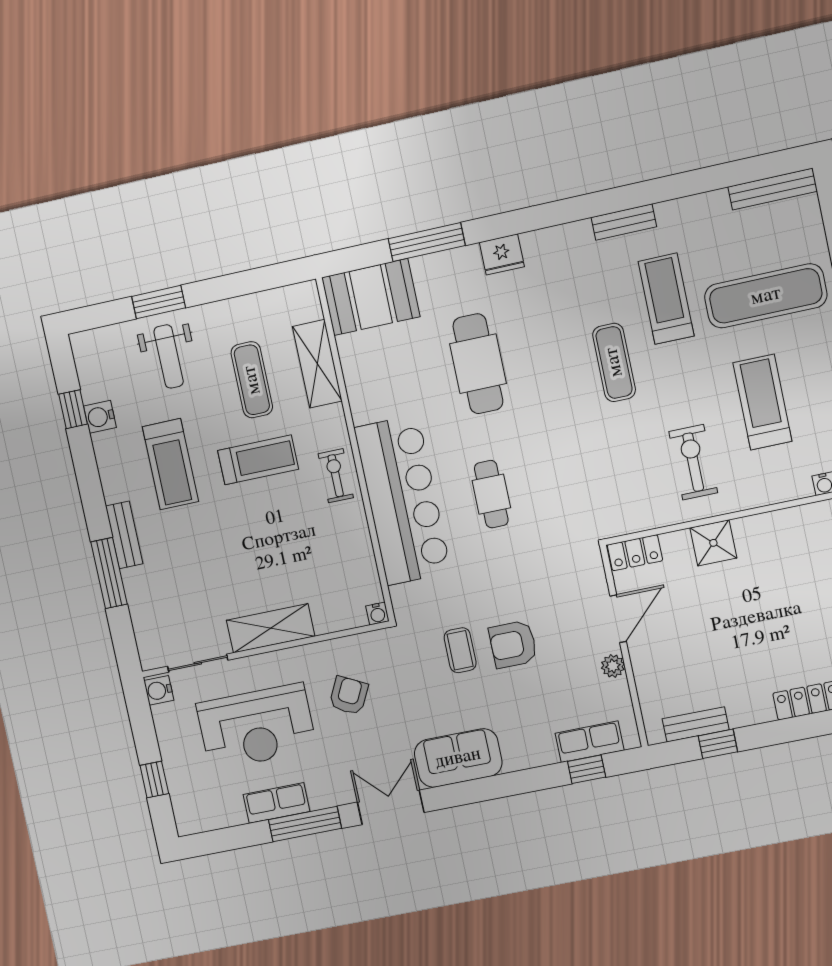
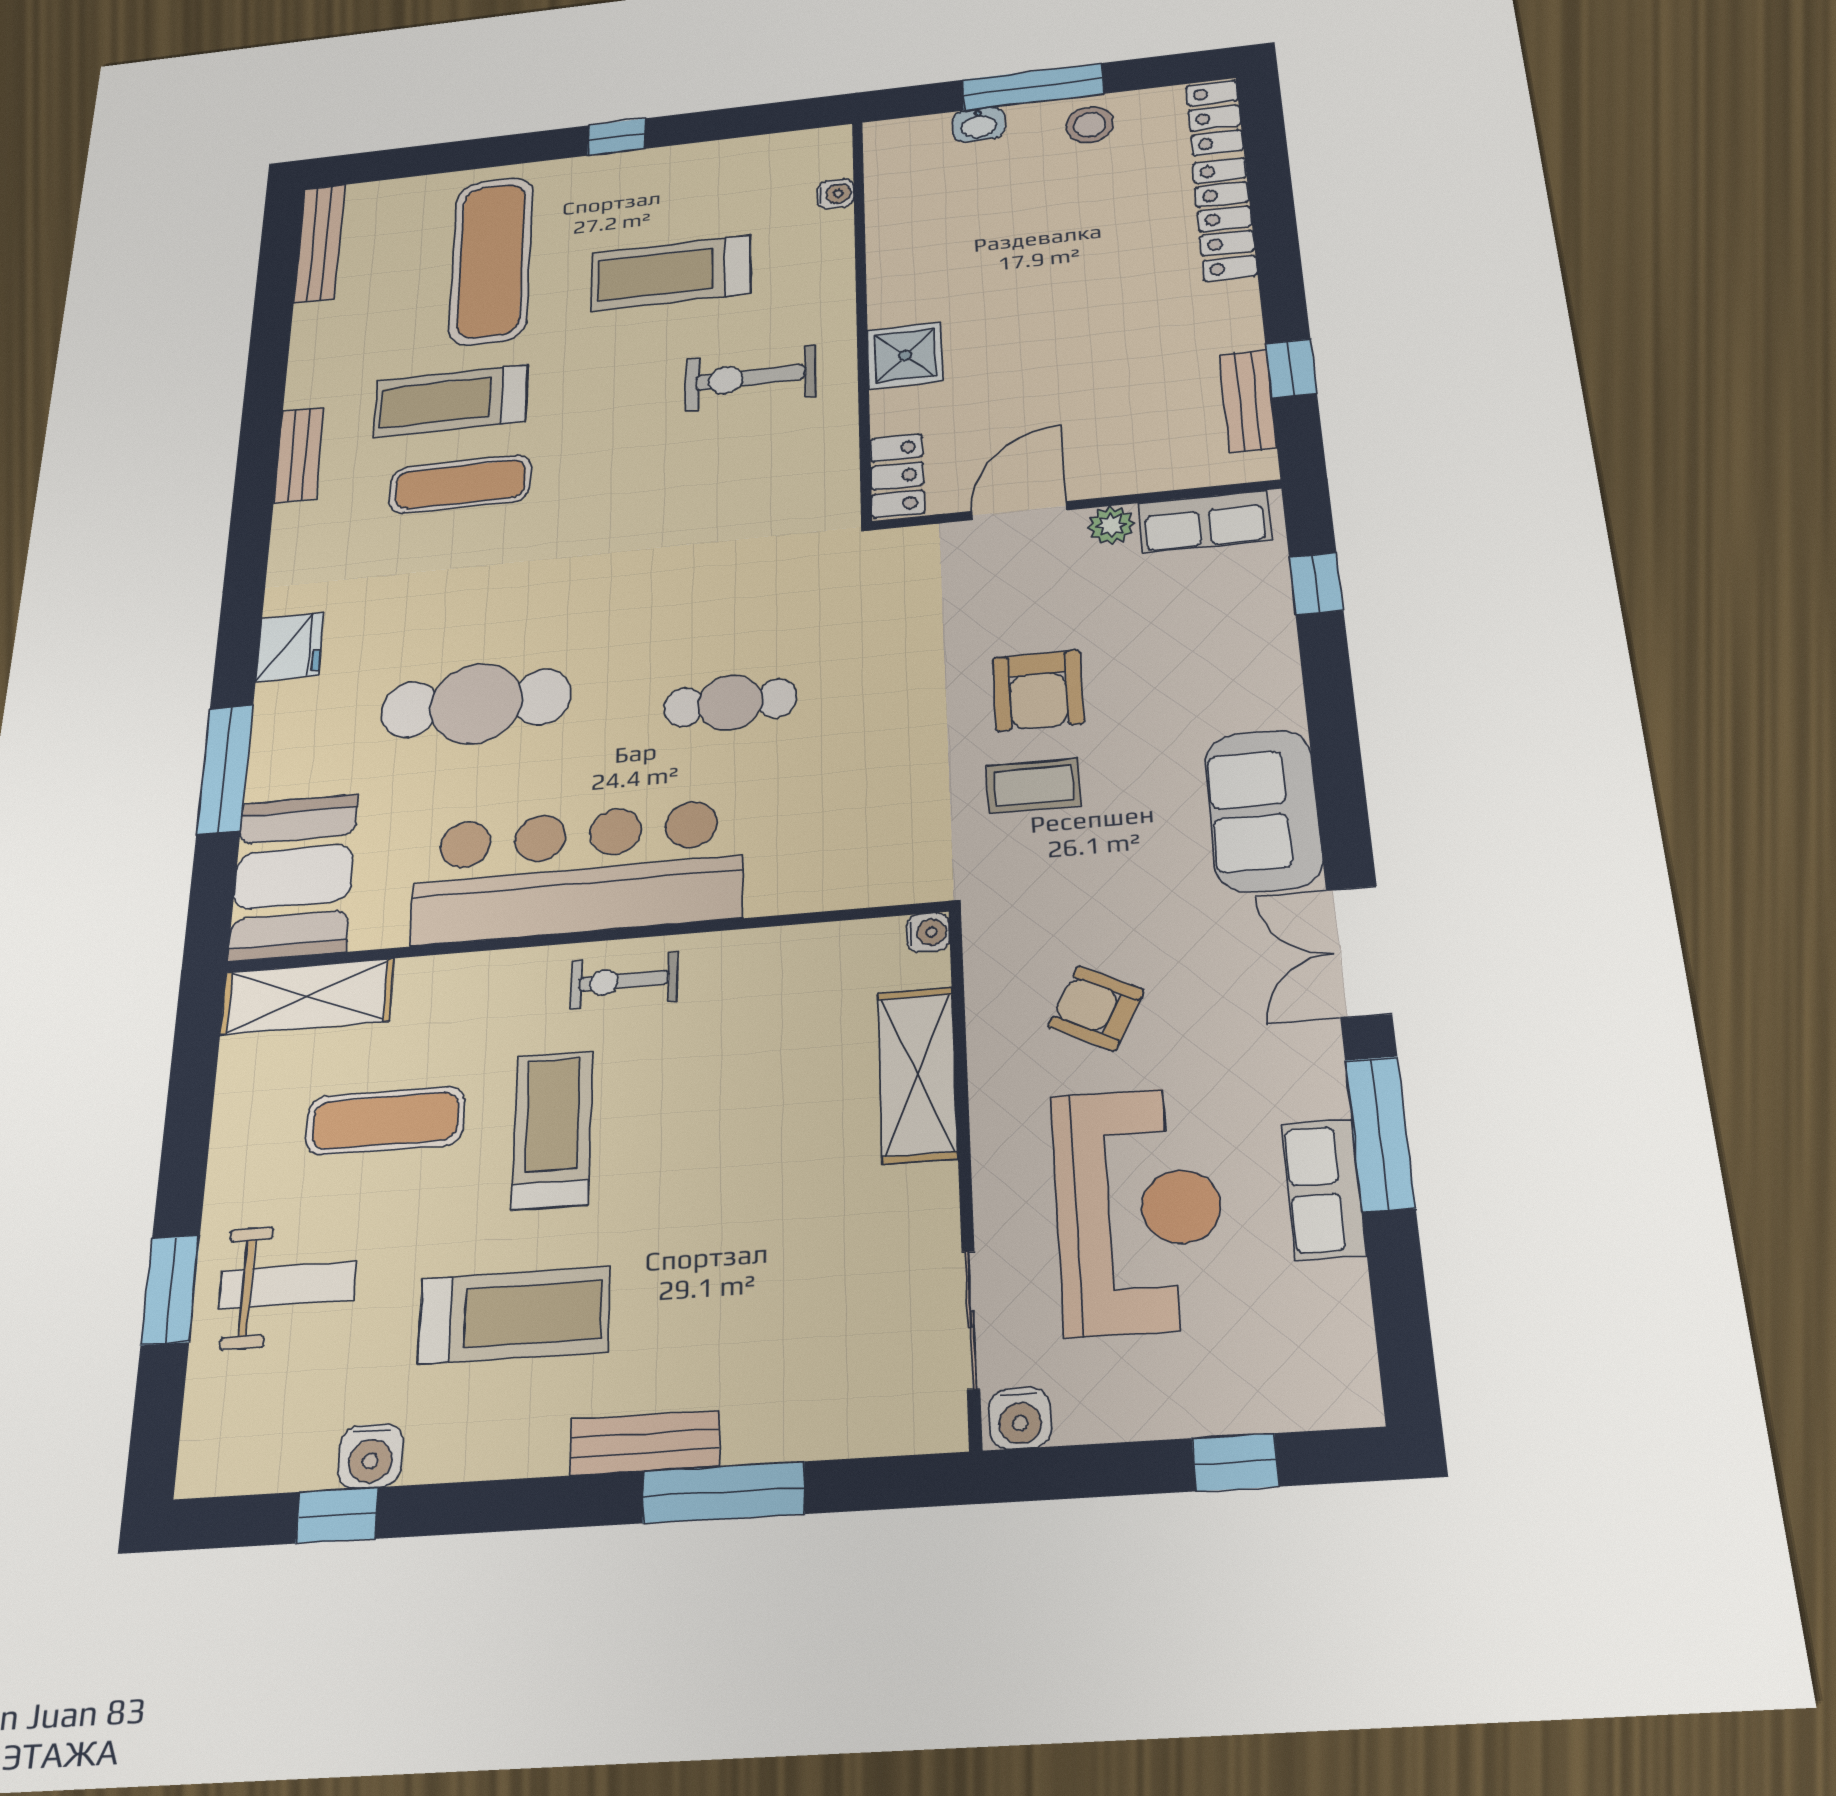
exercise mat: (614, 362) -> (460, 484), moved
shelving: (317, 364) -> (307, 997), moved
bar counter: (403, 500) -> (577, 872), moved
door: (618, 619) -> (1019, 511), hinge flipped
shelving: (271, 628) -> (917, 1075), moved
row of seats: (589, 742) -> (1204, 522), moved, turned -90

